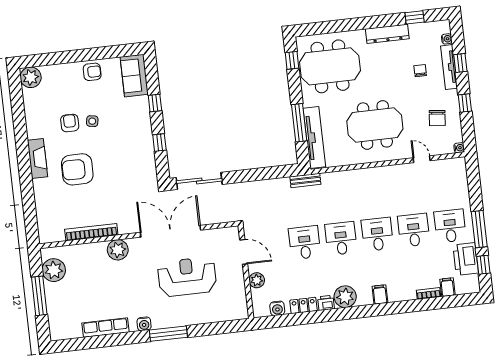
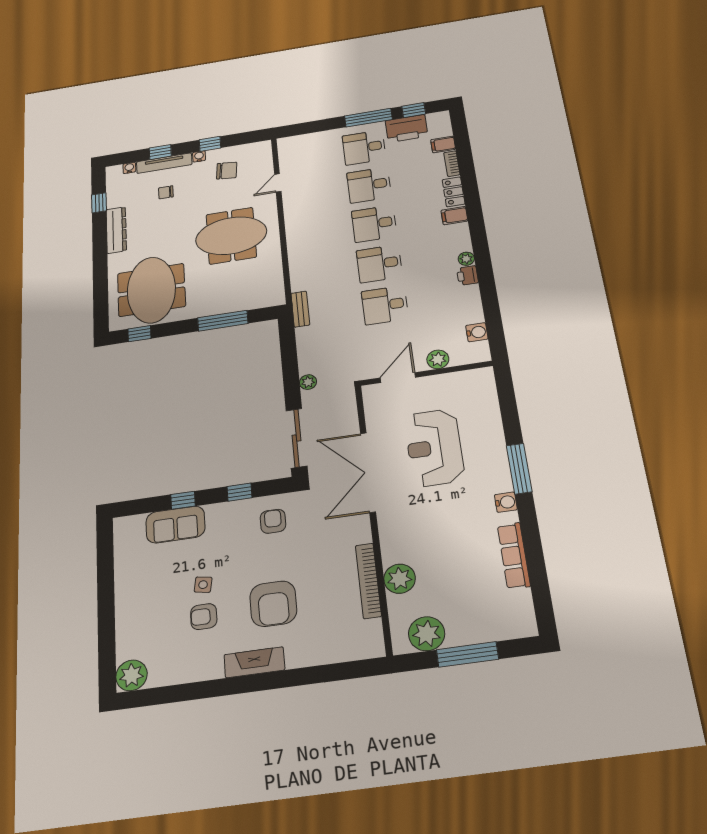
armchair: (92, 72) -> (273, 521), moved
sofa: (134, 76) -> (175, 525), moved
meeting table: (375, 125) -> (231, 236), turned 90
tv unit: (314, 137) -> (243, 302), removed
water cooler: (459, 148) -> (199, 156), moved
plant: (244, 188) -> (308, 382), added
plant: (118, 250) -> (400, 579), moved
plant: (345, 297) -> (466, 259), width x0.53, depth x0.53
locker: (303, 305) -> (454, 192), moved

